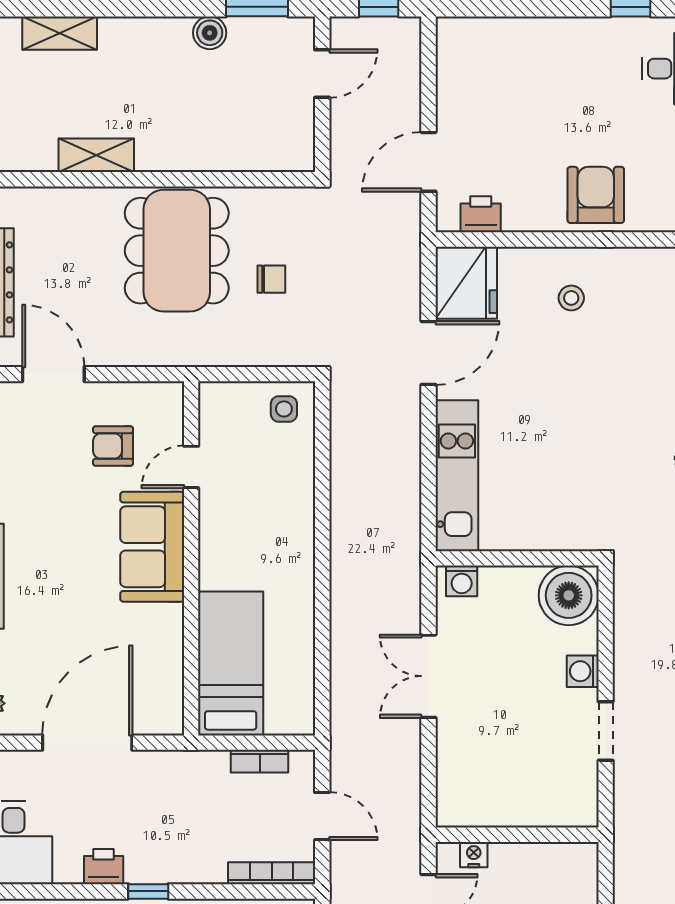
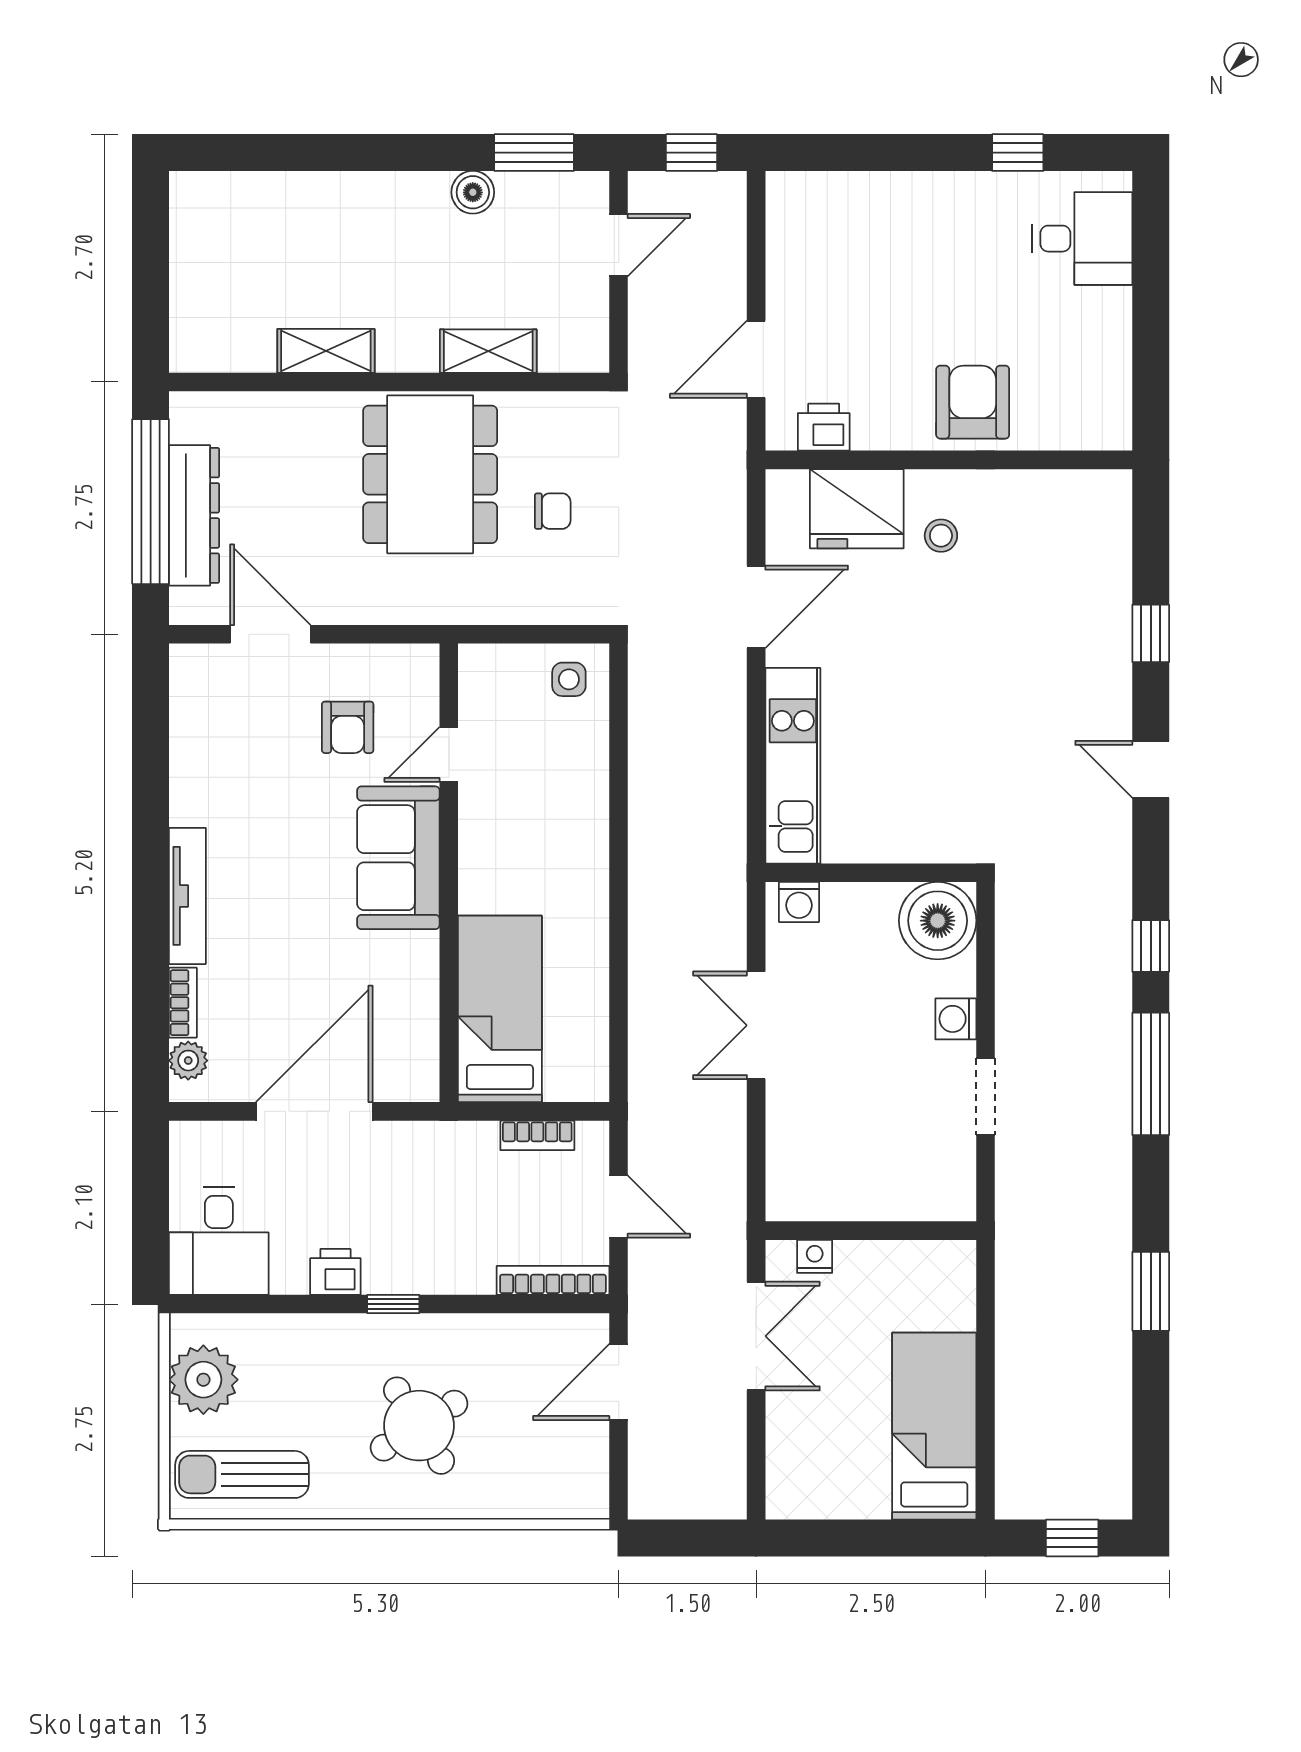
shelving: (60, 33) -> (488, 351), moved
fridge: (466, 283) -> (857, 509), moved, turned 90
armchair: (113, 446) -> (348, 727), turned -90

